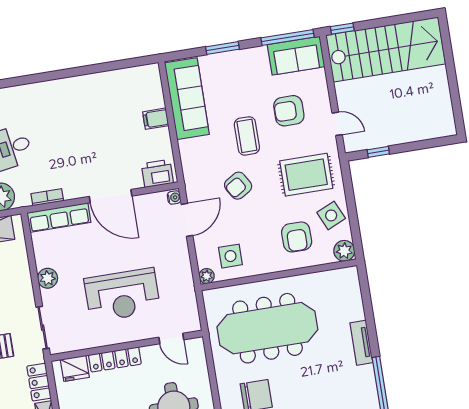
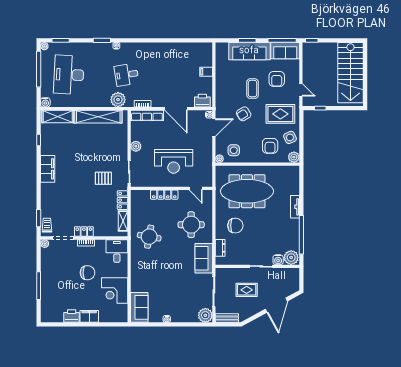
stairs: (386, 49) -> (350, 73), moved, turned 90
sofa: (187, 99) -> (249, 51), moved, turned 90
armchair: (289, 111) -> (277, 79), turned -90
fridge: (75, 368) -> (142, 196), removed

